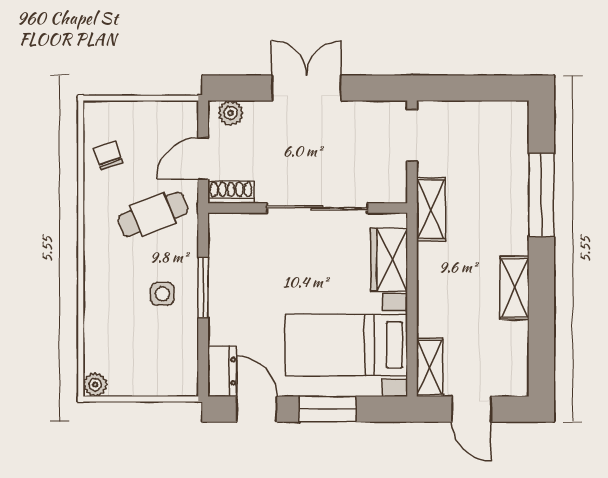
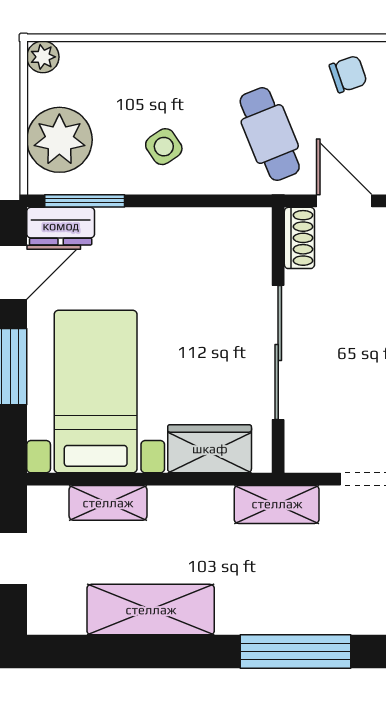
window: (203, 288) -> (85, 201), moved
shelving: (515, 288) -> (151, 610), width x1.50, depth x1.33
side table: (162, 294) -> (164, 147), turned -34
shelving: (430, 368) -> (108, 503), moved
plant: (157, 372) -> (59, 140), added

